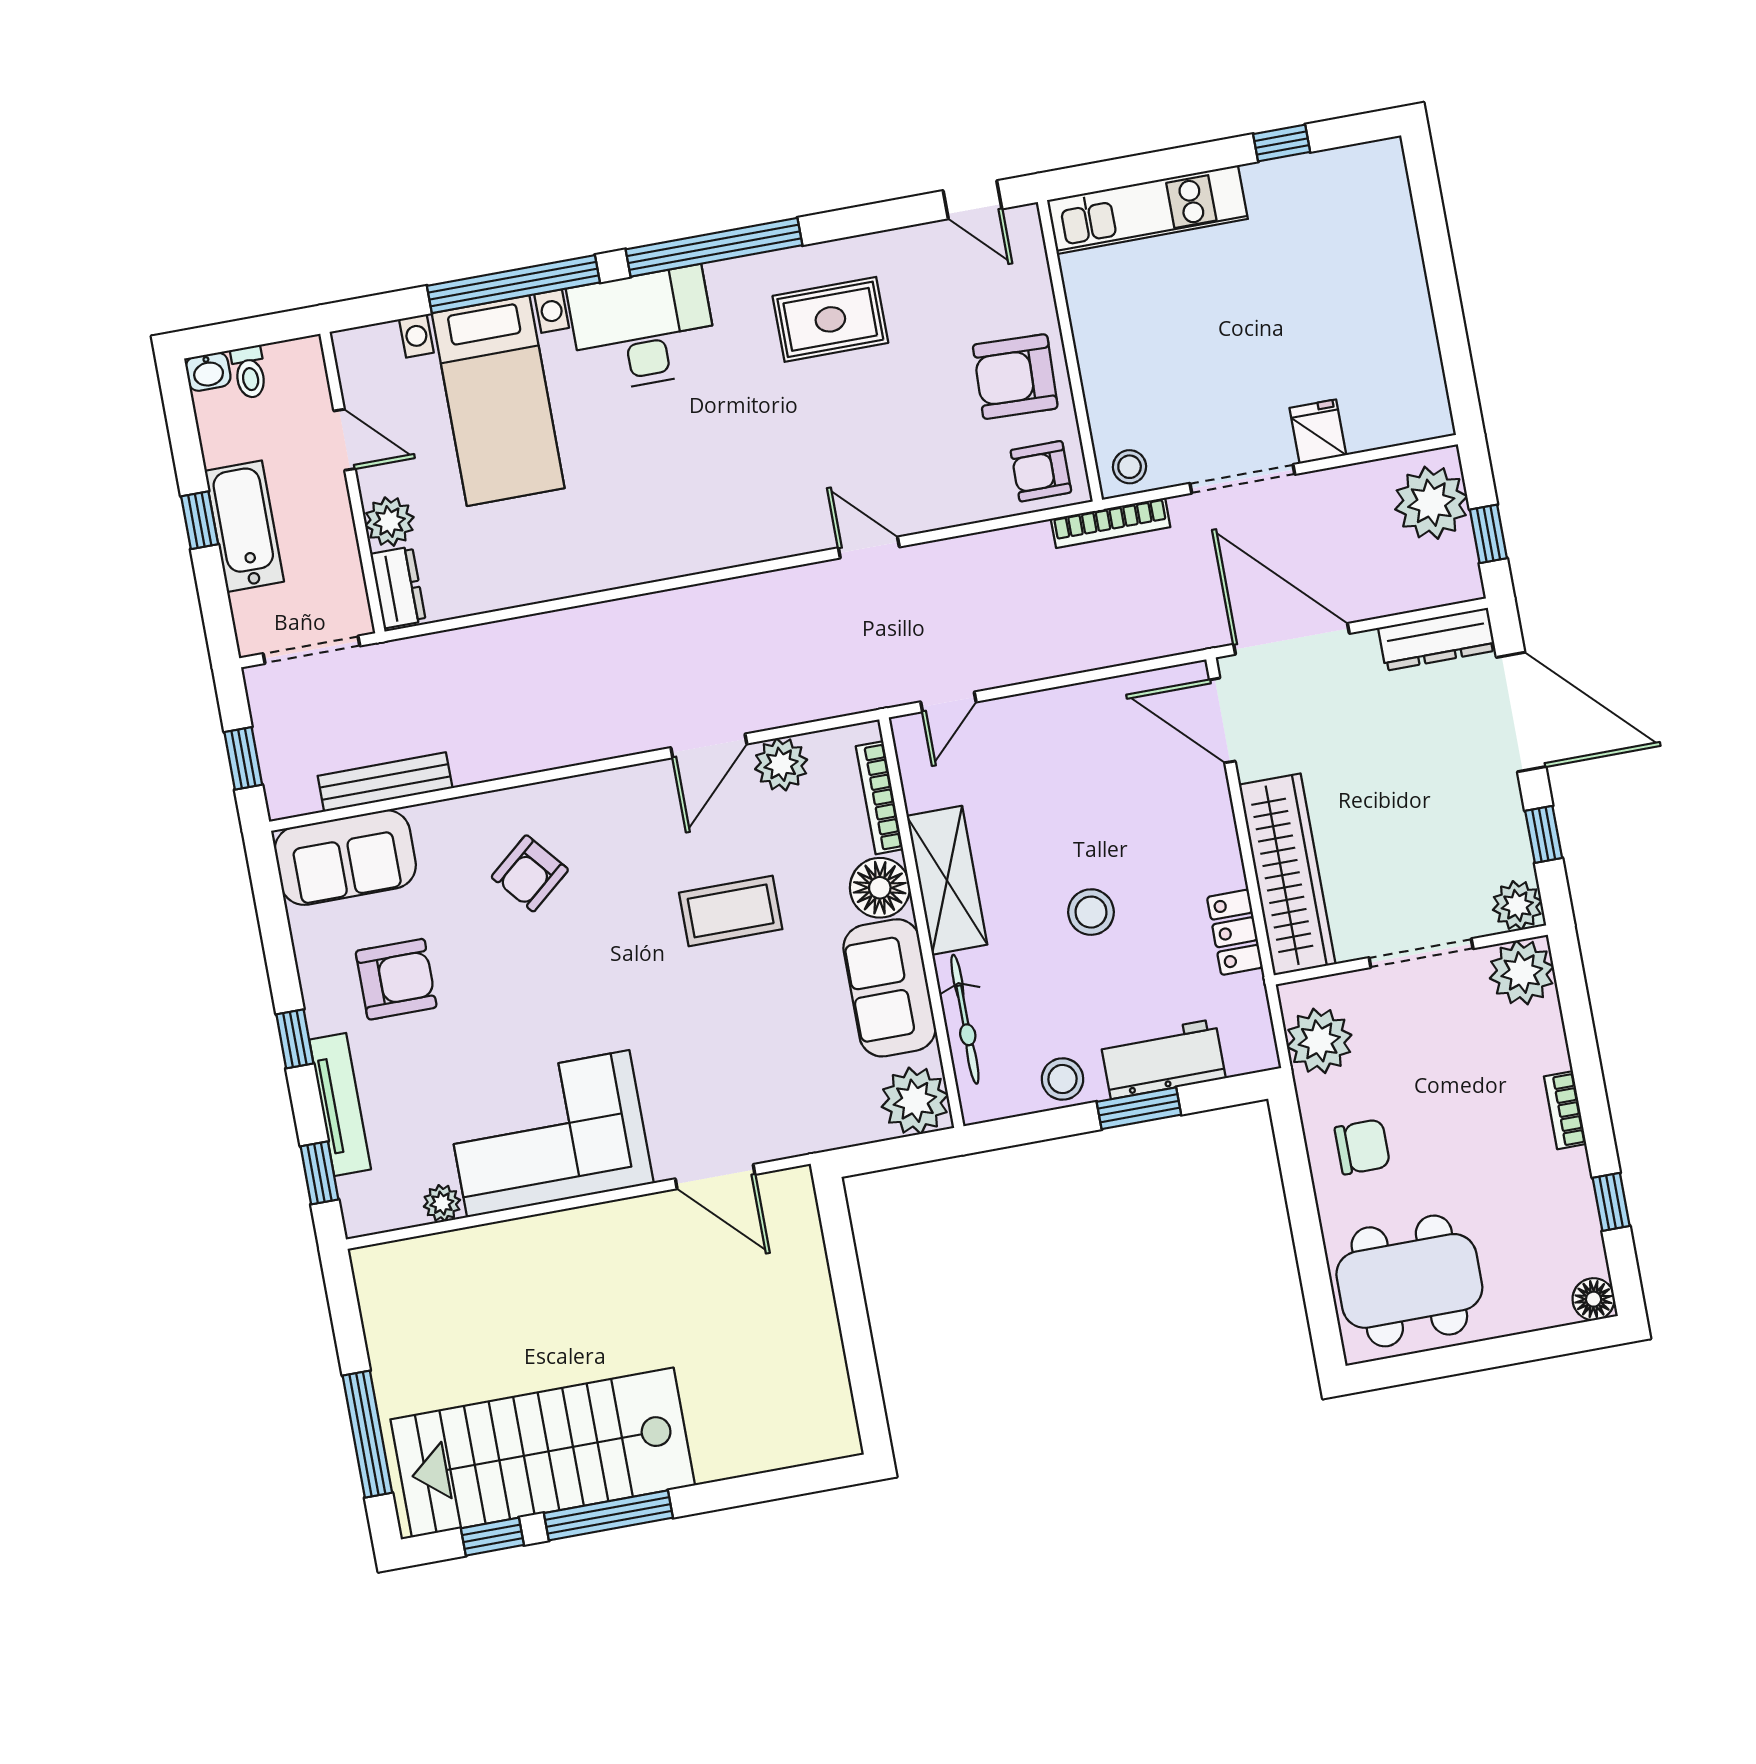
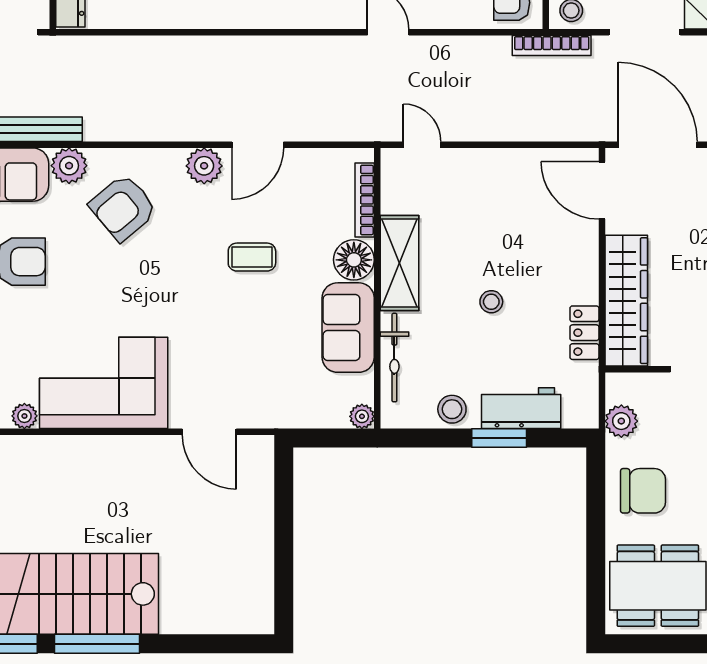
door: (948, 702) -> (422, 145), swing flipped
plant: (781, 764) -> (204, 166), moved
plant: (440, 827) -> (69, 166), added
armchair: (530, 873) -> (123, 208), width x1.38, depth x1.38
coffee table: (731, 911) -> (252, 257), width x0.73, depth x0.77
stool: (1091, 912) -> (491, 302), width x0.73, depth x0.73
plant: (1319, 1041) -> (621, 421), width x0.73, depth x0.73
plant: (915, 1101) -> (362, 416), width x0.53, depth x0.53
chair: (1362, 1147) -> (643, 491), width x1.37, depth x1.37

